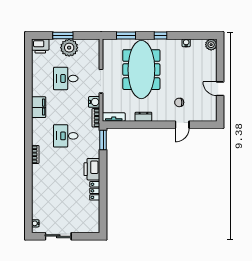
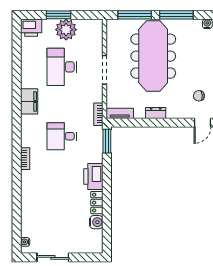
window: (126, 36) -> (135, 15), width x1.44
window: (161, 36) -> (176, 15), width x2.17
desk: (66, 78) -> (62, 67), width x1.37
water cooler: (94, 102) -> (96, 222), moved

